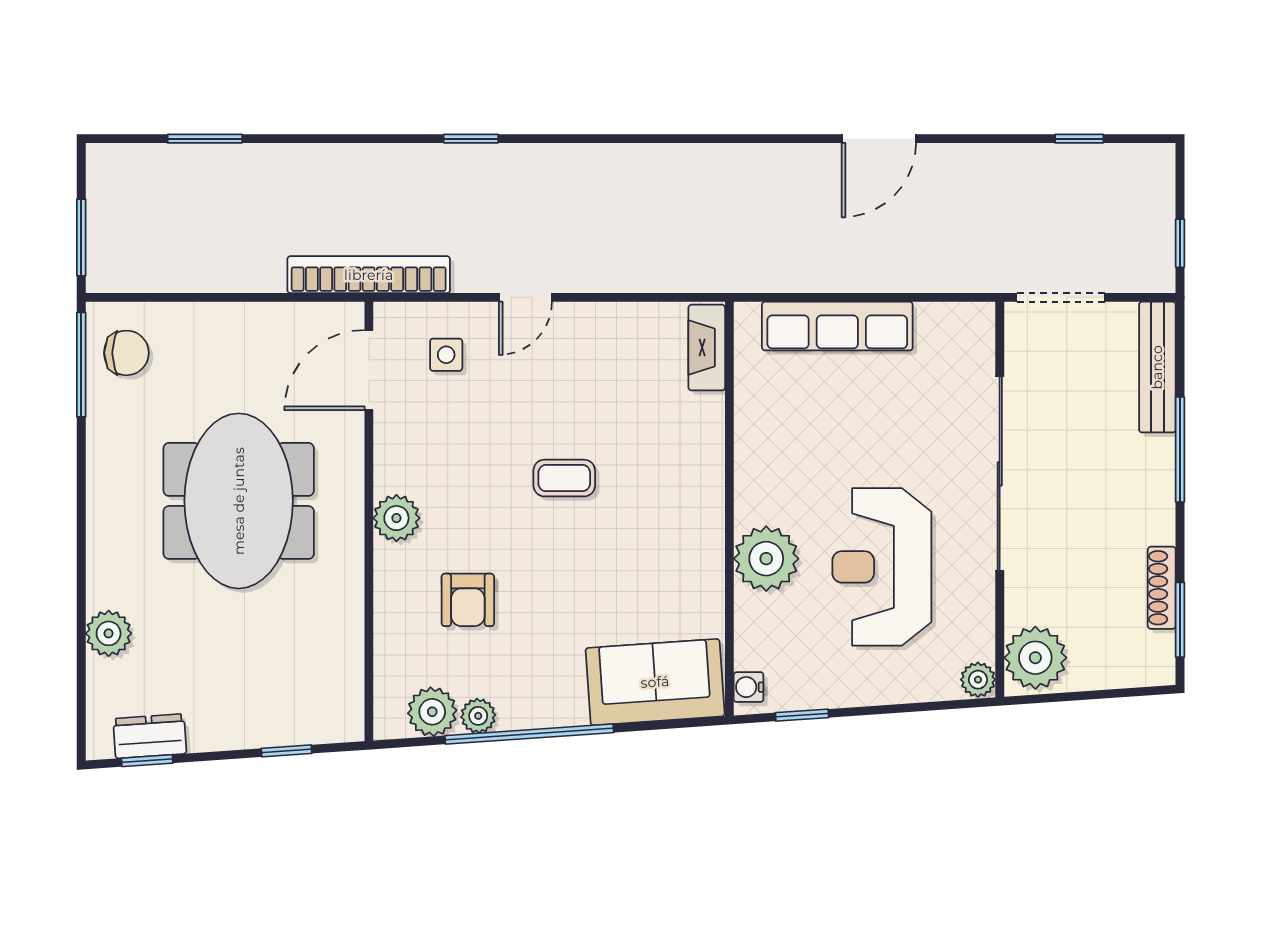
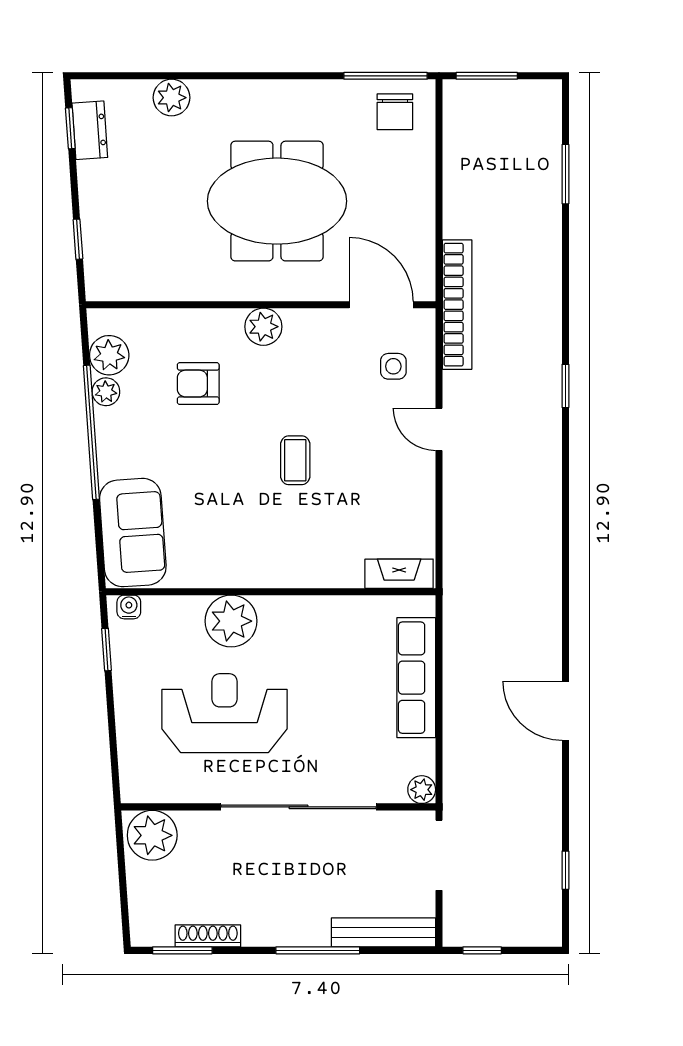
plant: (978, 680) -> (422, 790), moved

